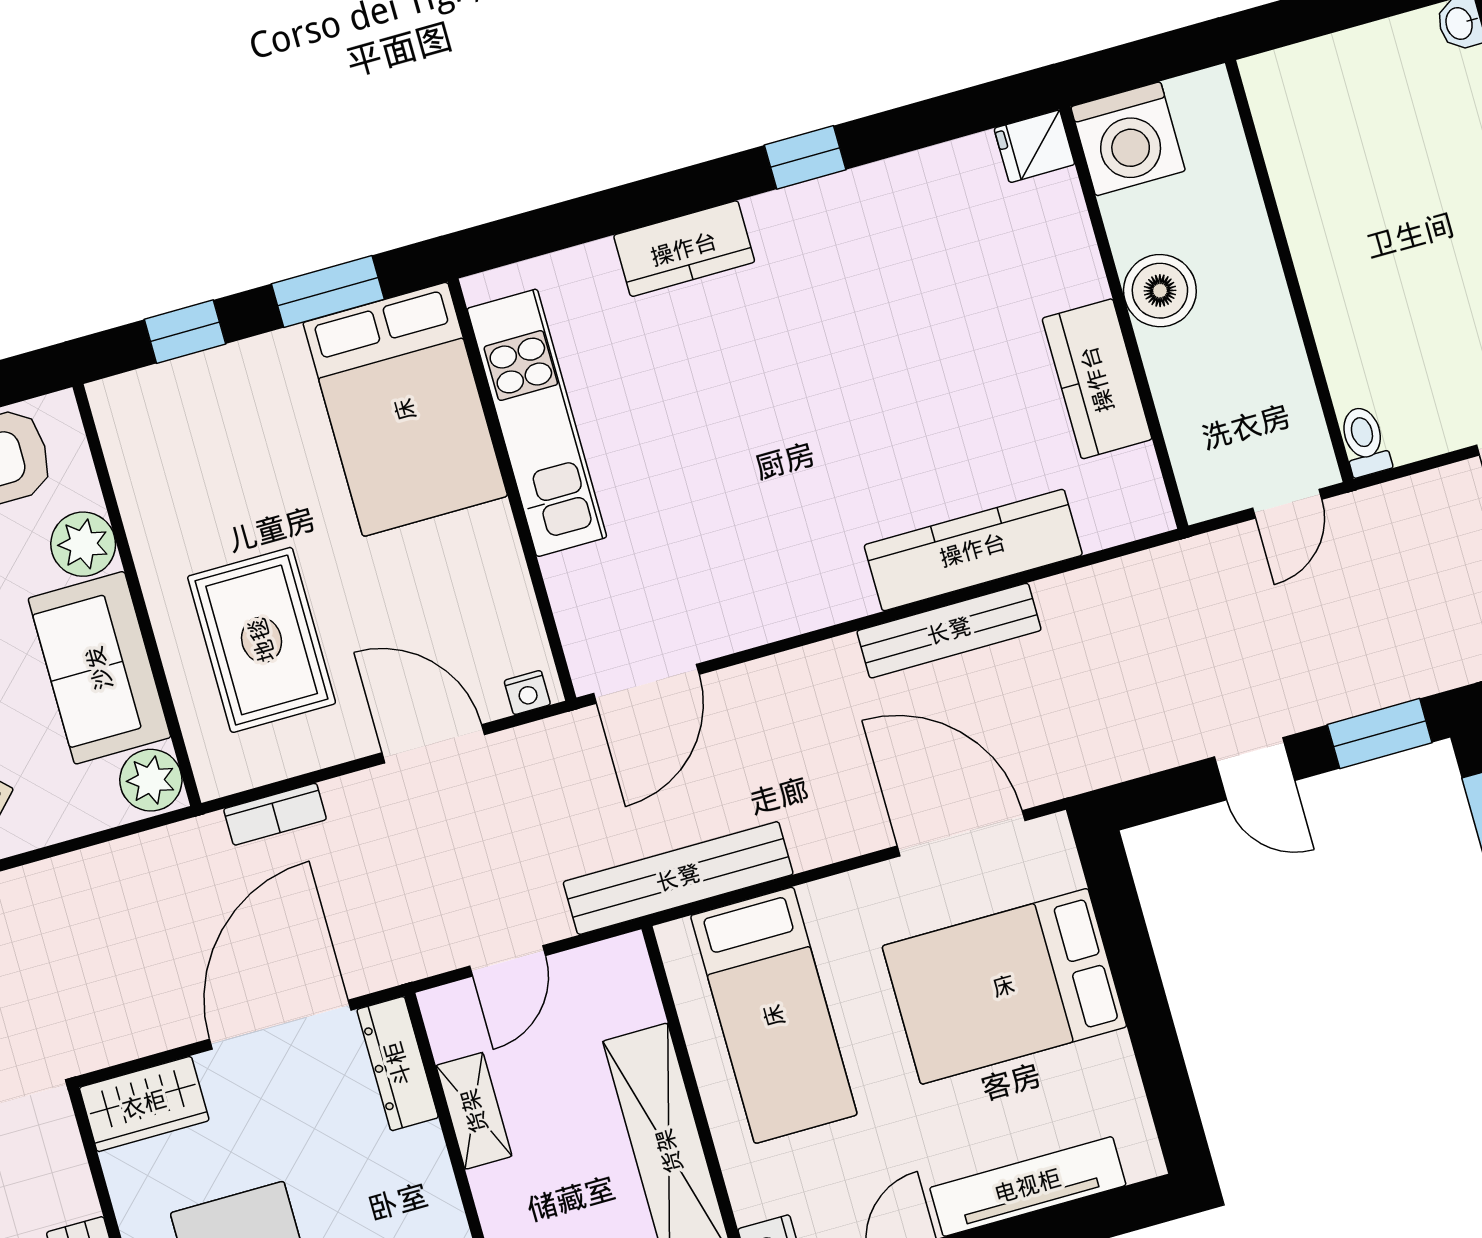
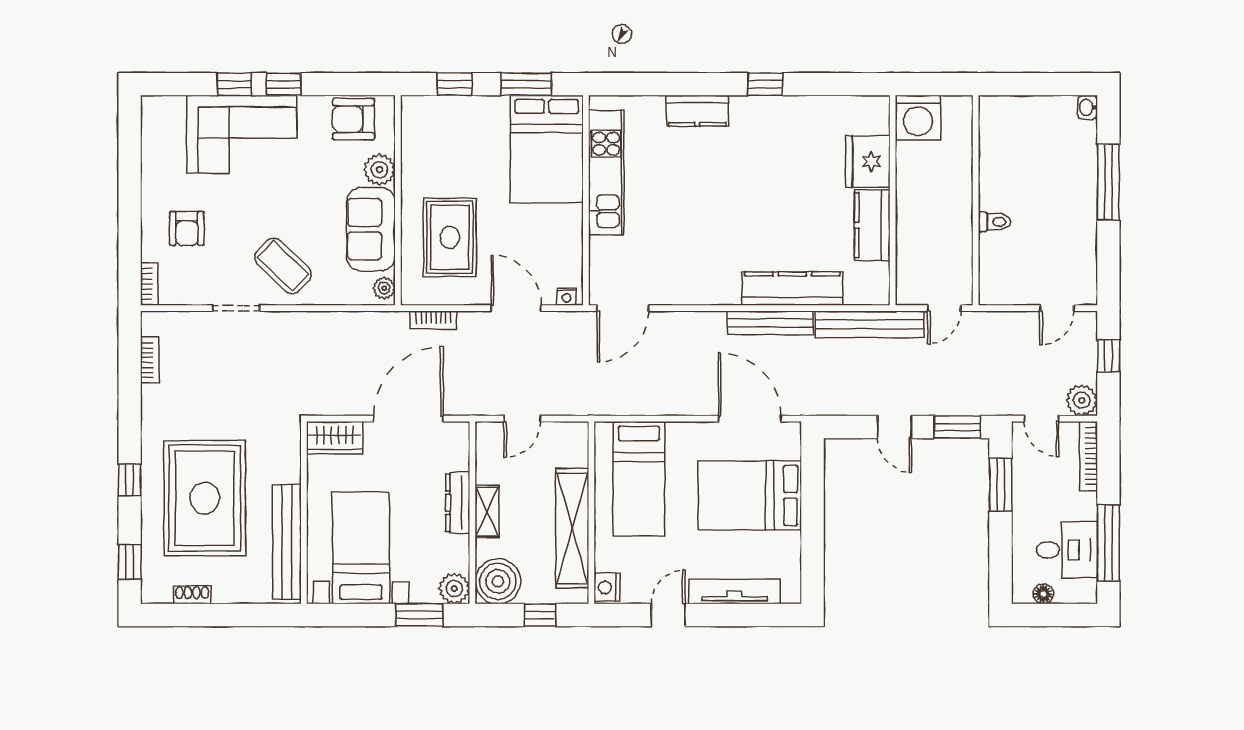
fridge: (1034, 146) -> (868, 162), moved, width x1.88, depth x1.34
boiler: (1160, 291) -> (913, 192), removed
toilet: (1365, 441) -> (995, 222), moved, turned 90
plant: (151, 780) -> (384, 288), width x0.73, depth x0.73
bench: (678, 878) -> (870, 324), moved
dresser: (398, 1064) -> (458, 503), moved
shelving: (474, 1111) -> (487, 512), moved

